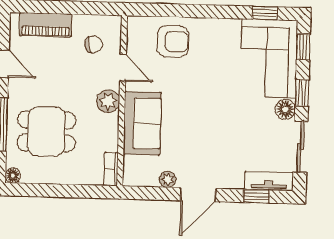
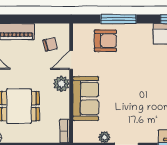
window: (192, 11) -> (118, 19), added
door: (123, 68) -> (71, 60), swing flipped

